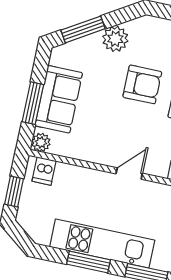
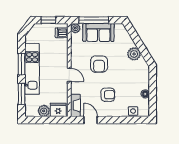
window: (83, 29) -> (135, 37), removed
armchair: (142, 84) -> (99, 64), moved
window: (33, 103) -> (94, 20), width x1.44

